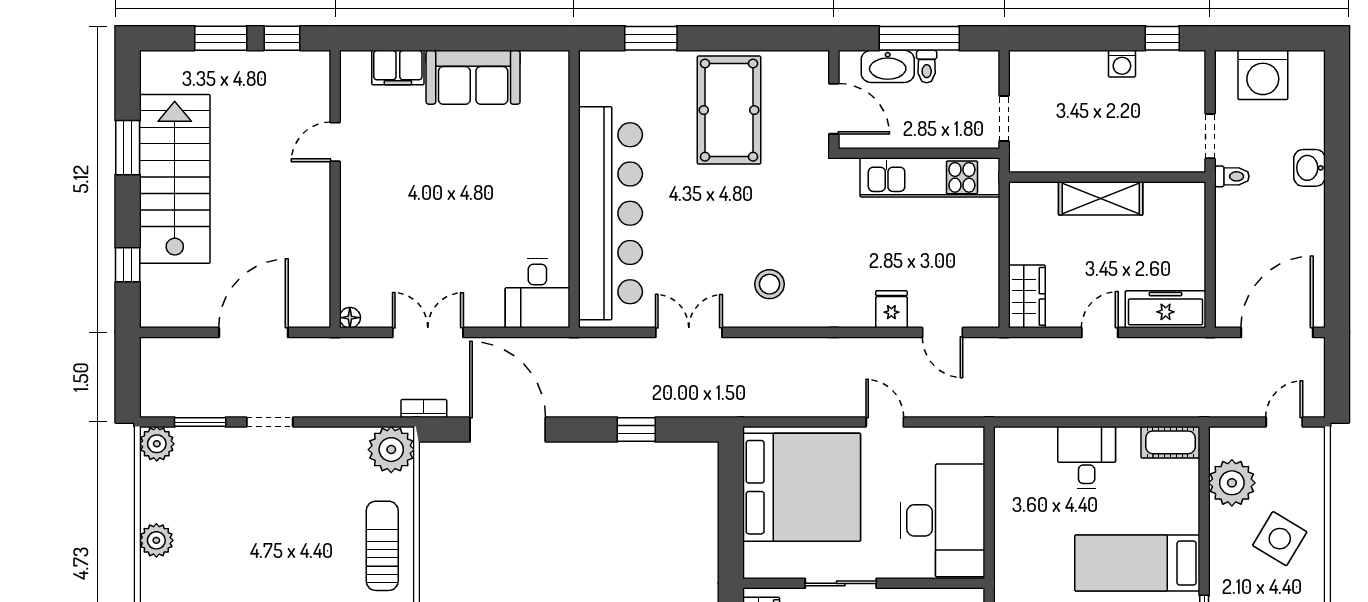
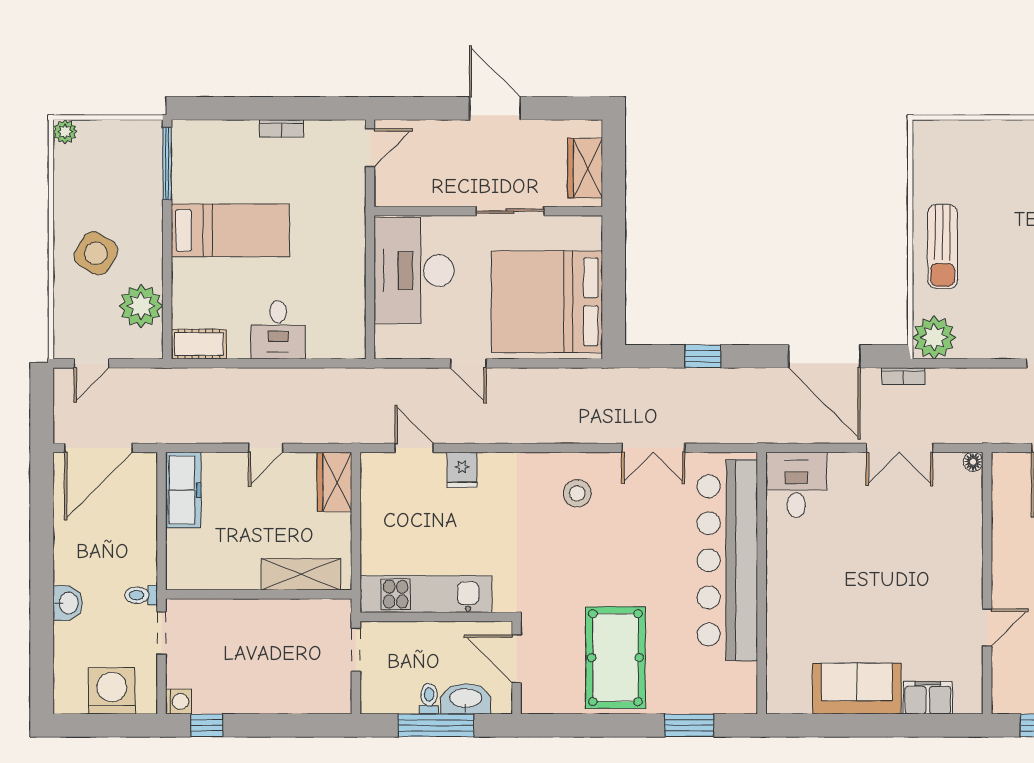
washing machine: (1122, 64) -> (178, 701), moved, turned 90
shelving: (1101, 198) -> (301, 574), moved
freezer: (1166, 309) -> (183, 490), moved, turned -90

